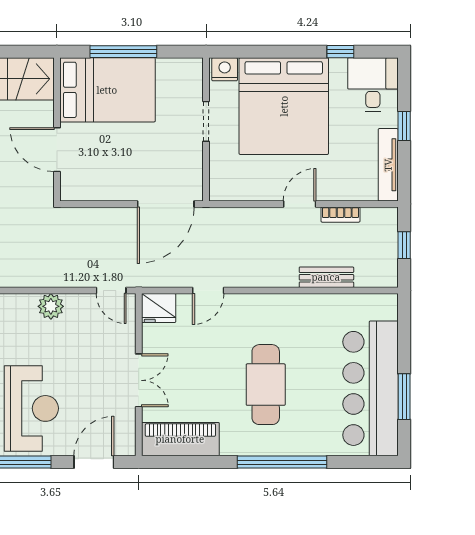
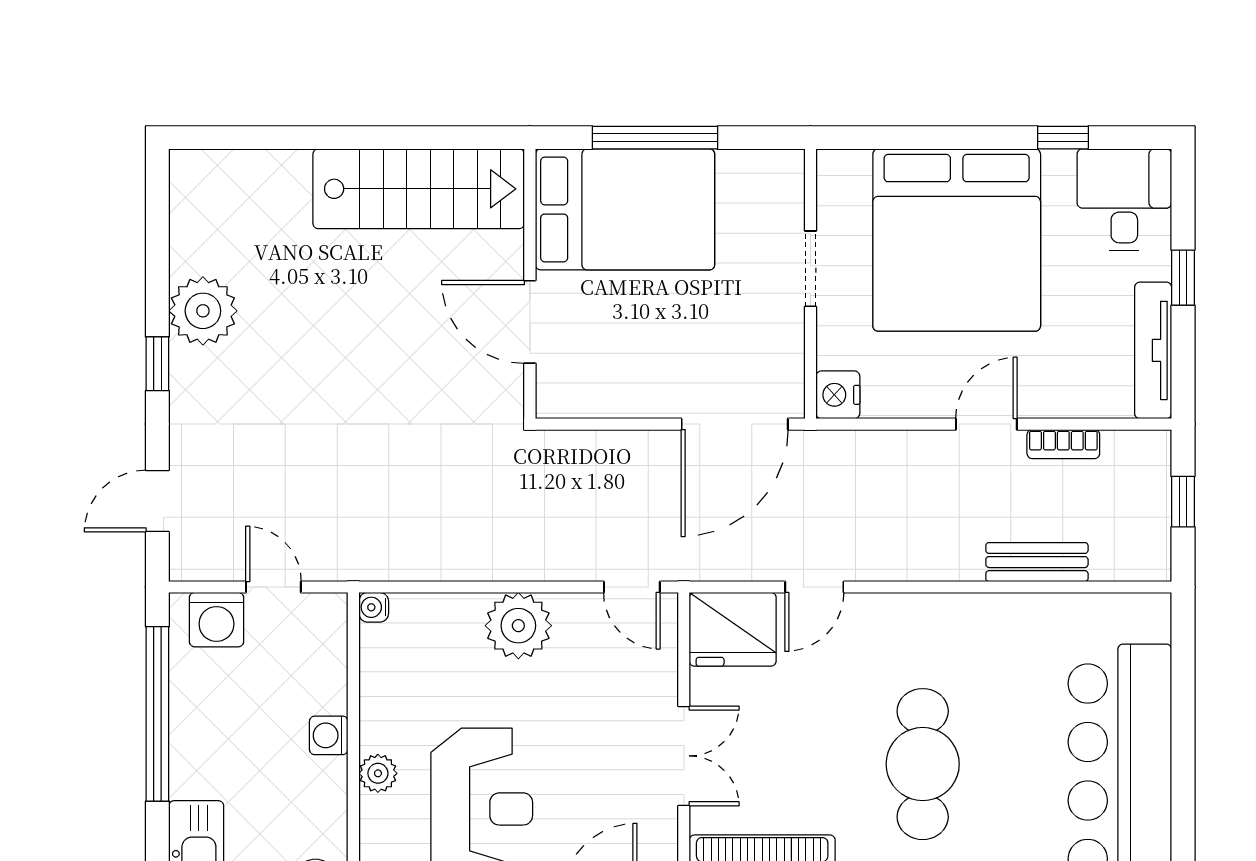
nightstand: (225, 69) -> (838, 395), moved, turned -90
plant: (51, 306) -> (518, 626), width x1.36, depth x1.36
fridge: (159, 308) -> (733, 629), width x1.36, depth x1.34
window: (404, 397) -> (1183, 787), removed

